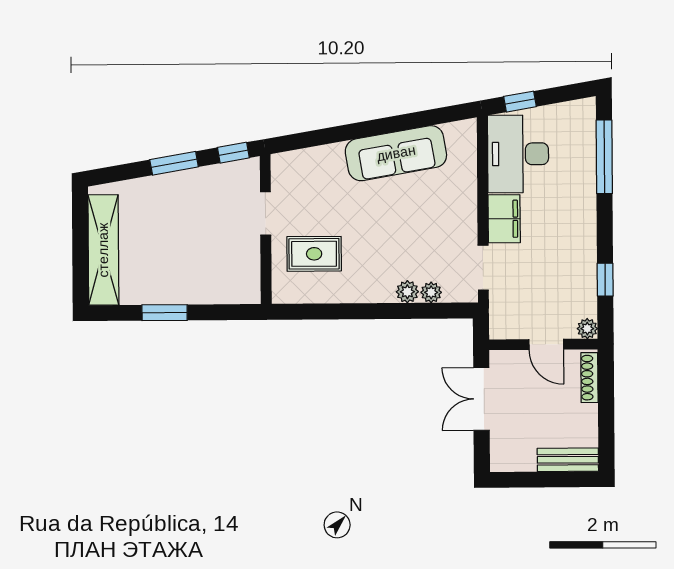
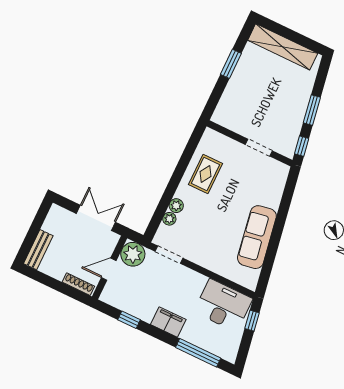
filing cabinet: (504, 219) -> (168, 322), moved, turned 180
rug: (314, 254) -> (205, 174), moved
plant: (587, 329) -> (133, 254), moved, width x1.88, depth x1.88

